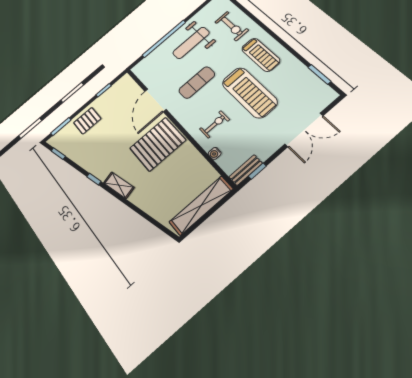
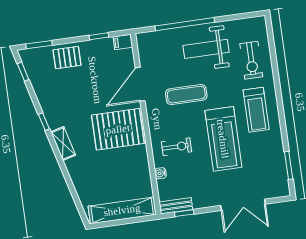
filing cabinet: (124, 82) -> (123, 42), added

